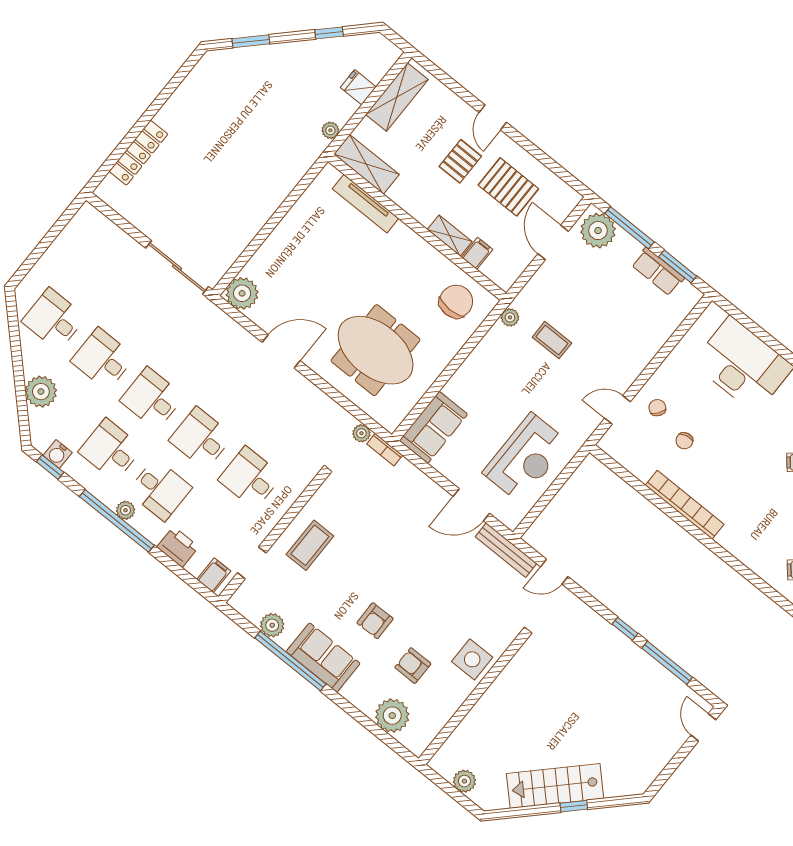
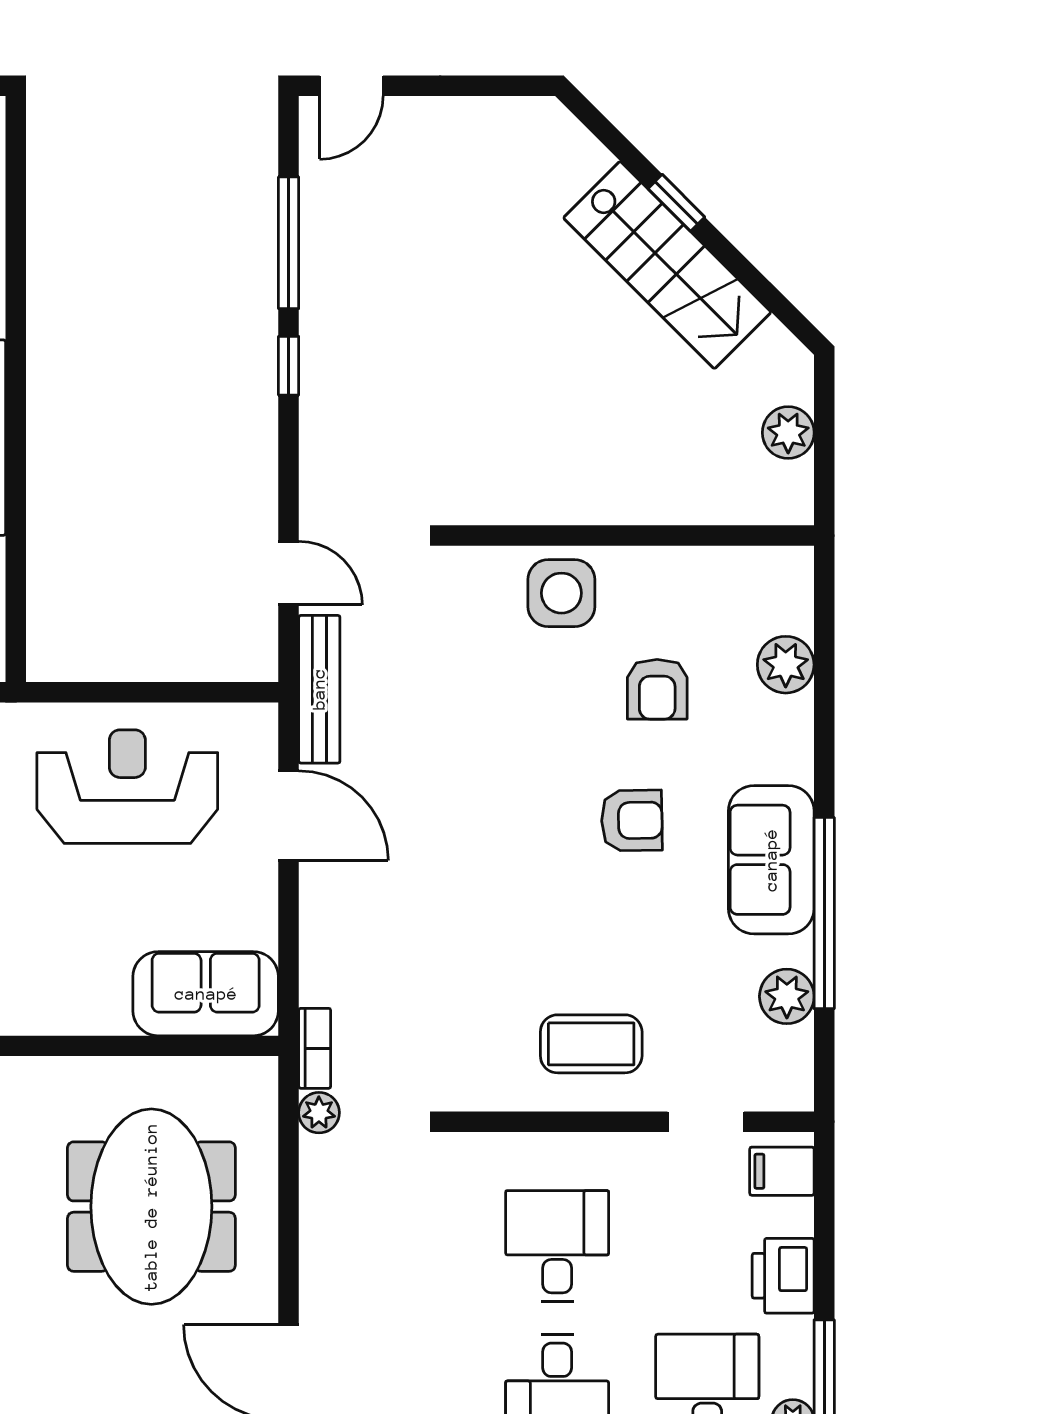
desk: (250, 478) -> (557, 1246), turned 180
plant: (392, 716) -> (786, 665), width x0.73, depth x0.73

